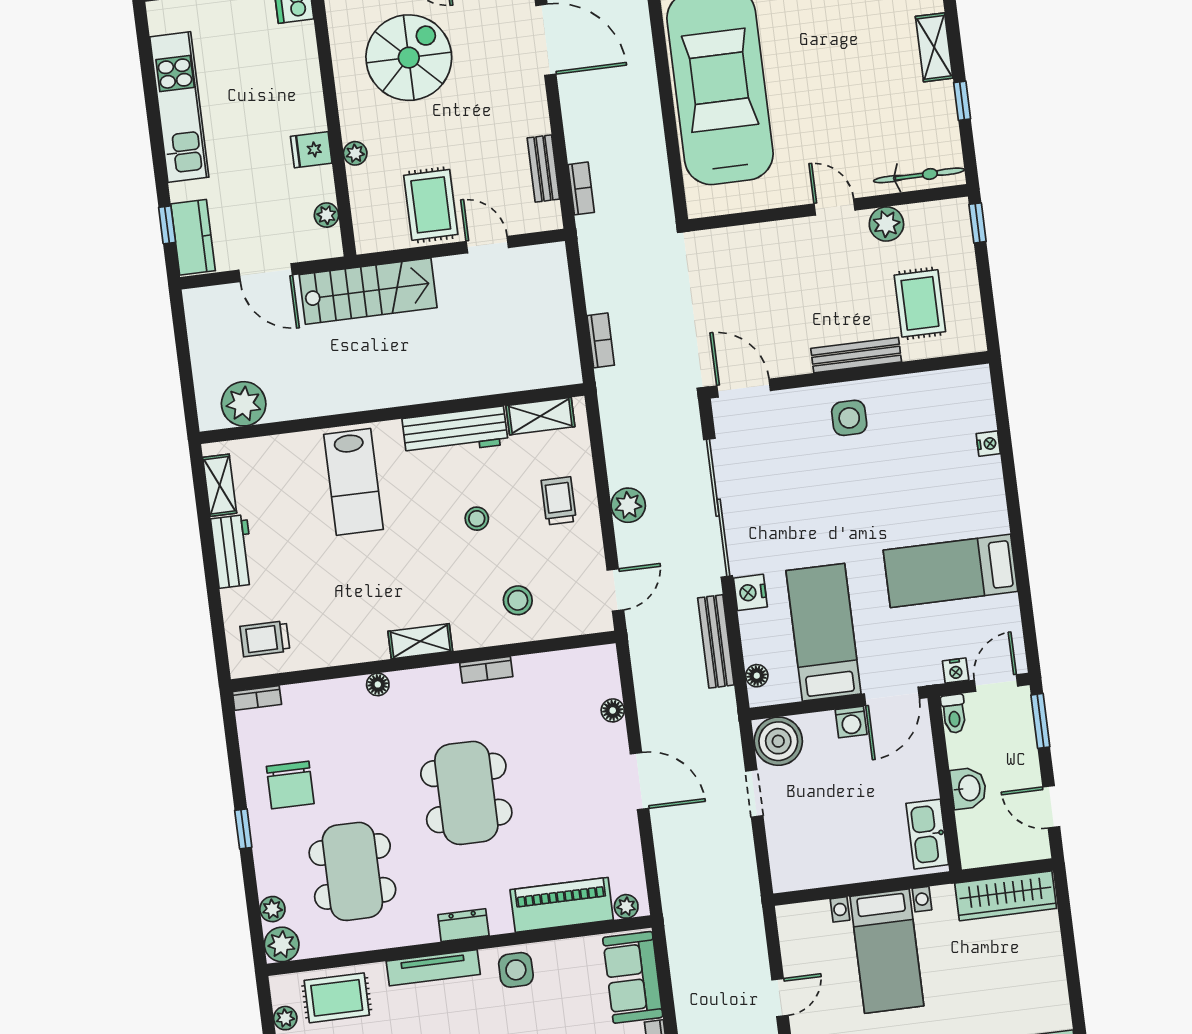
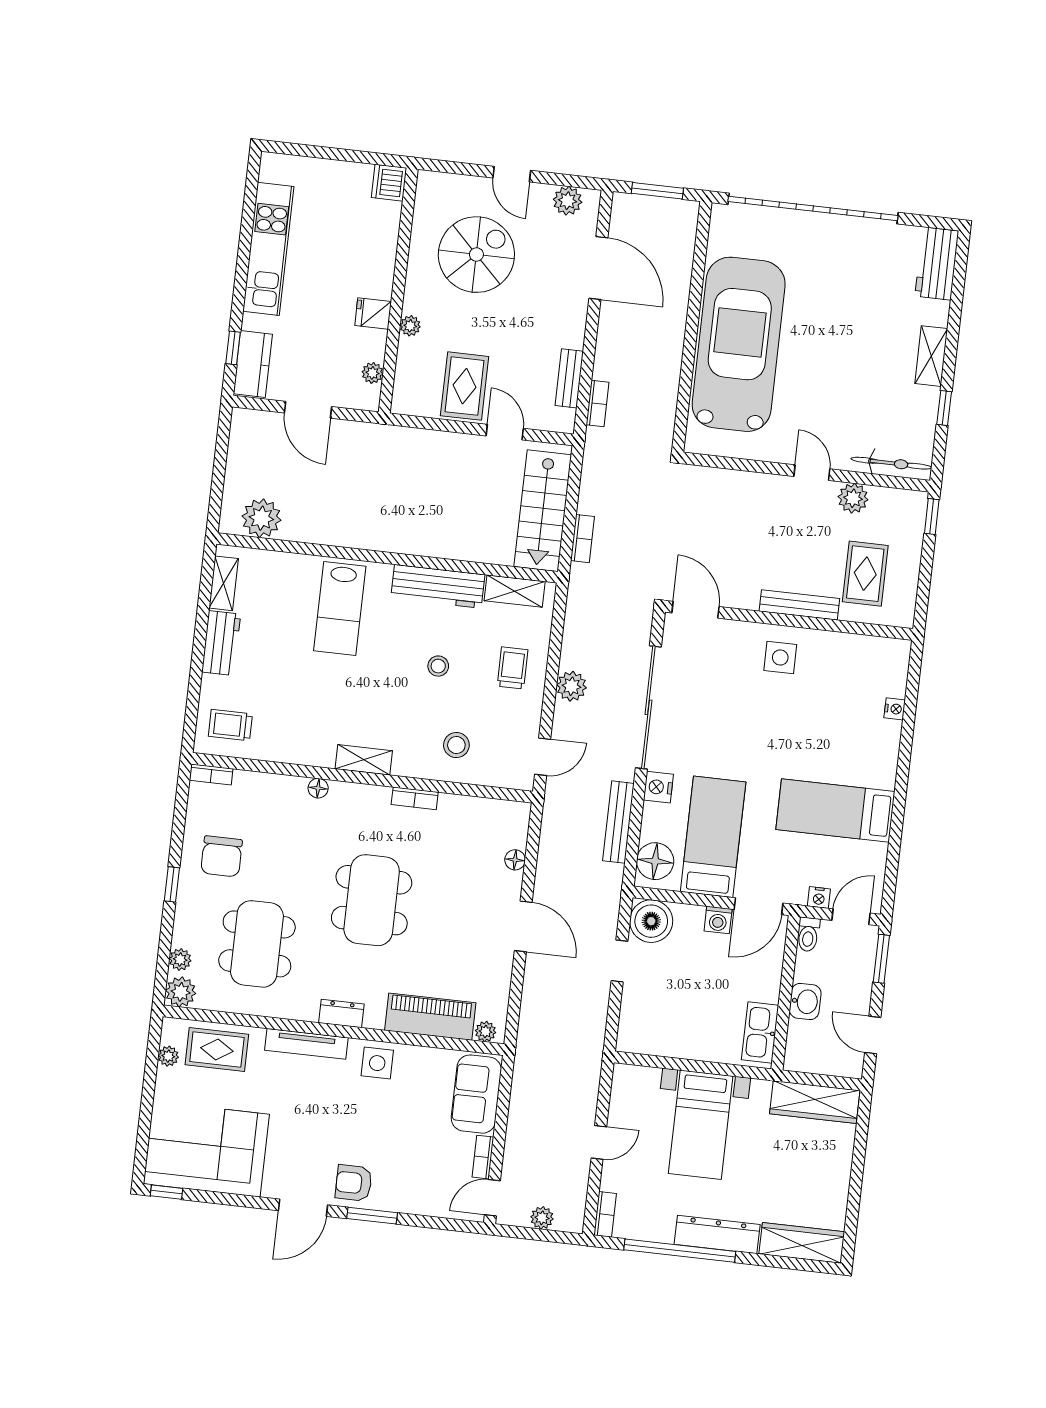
stairs: (368, 291) -> (543, 511), moved, turned 90
floor lamp: (757, 676) -> (655, 861), width x1.89, depth x1.89

